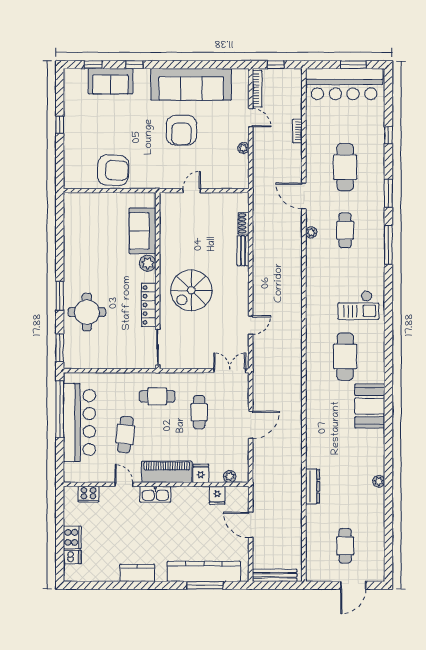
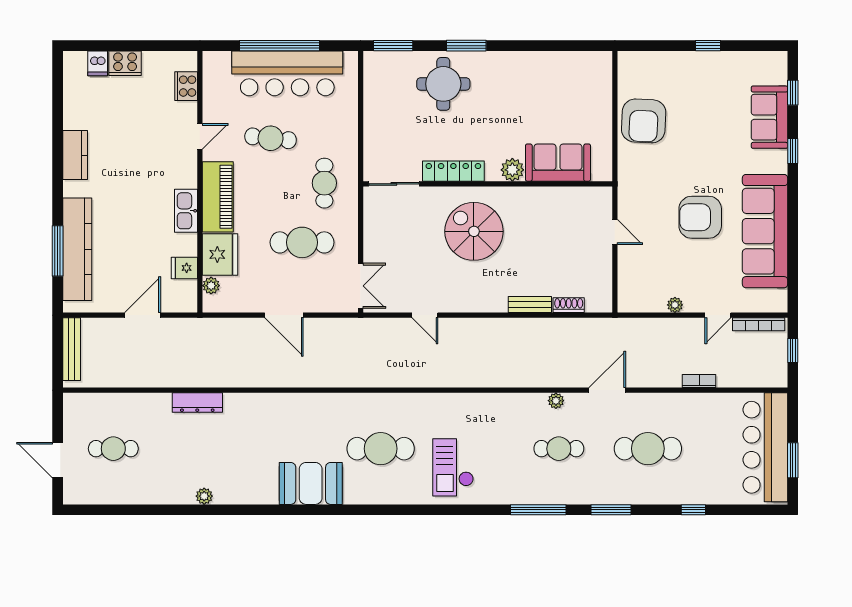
window: (60, 409) -> (280, 46), moved
cafe table: (199, 412) -> (302, 242), width x1.37, depth x1.35
fridge: (201, 473) -> (220, 254), width x1.88, depth x1.34
kitchen sink: (155, 494) -> (186, 211), moved

